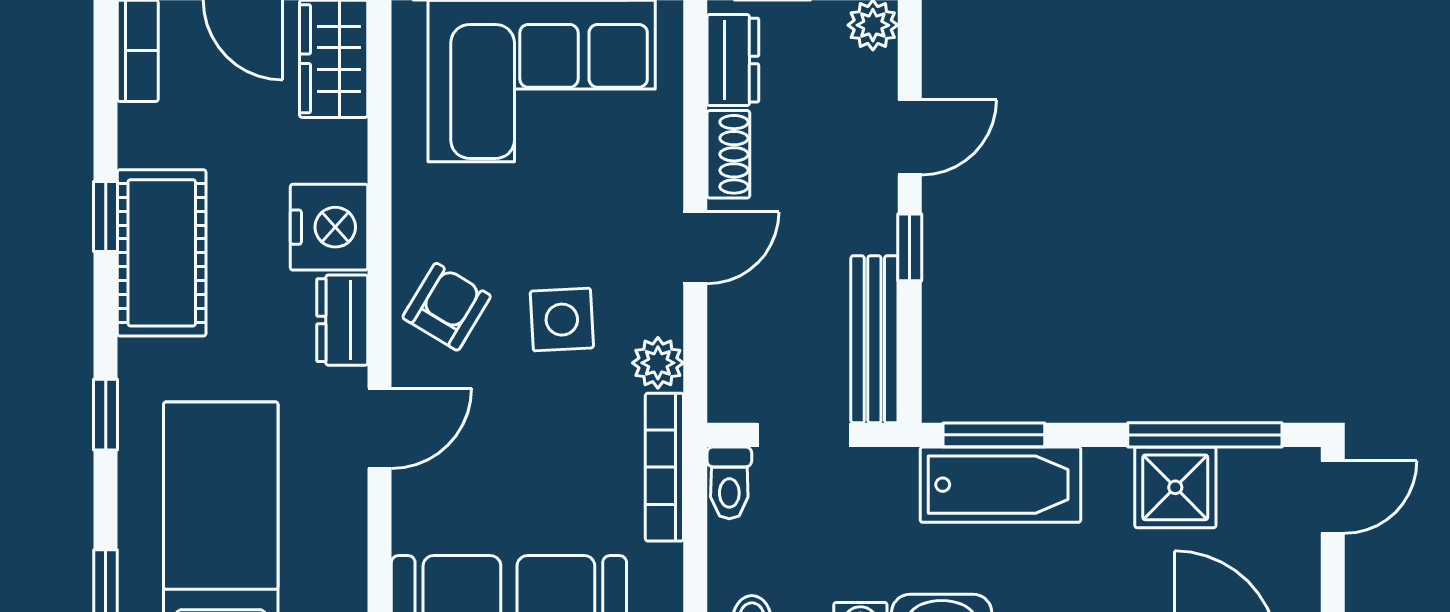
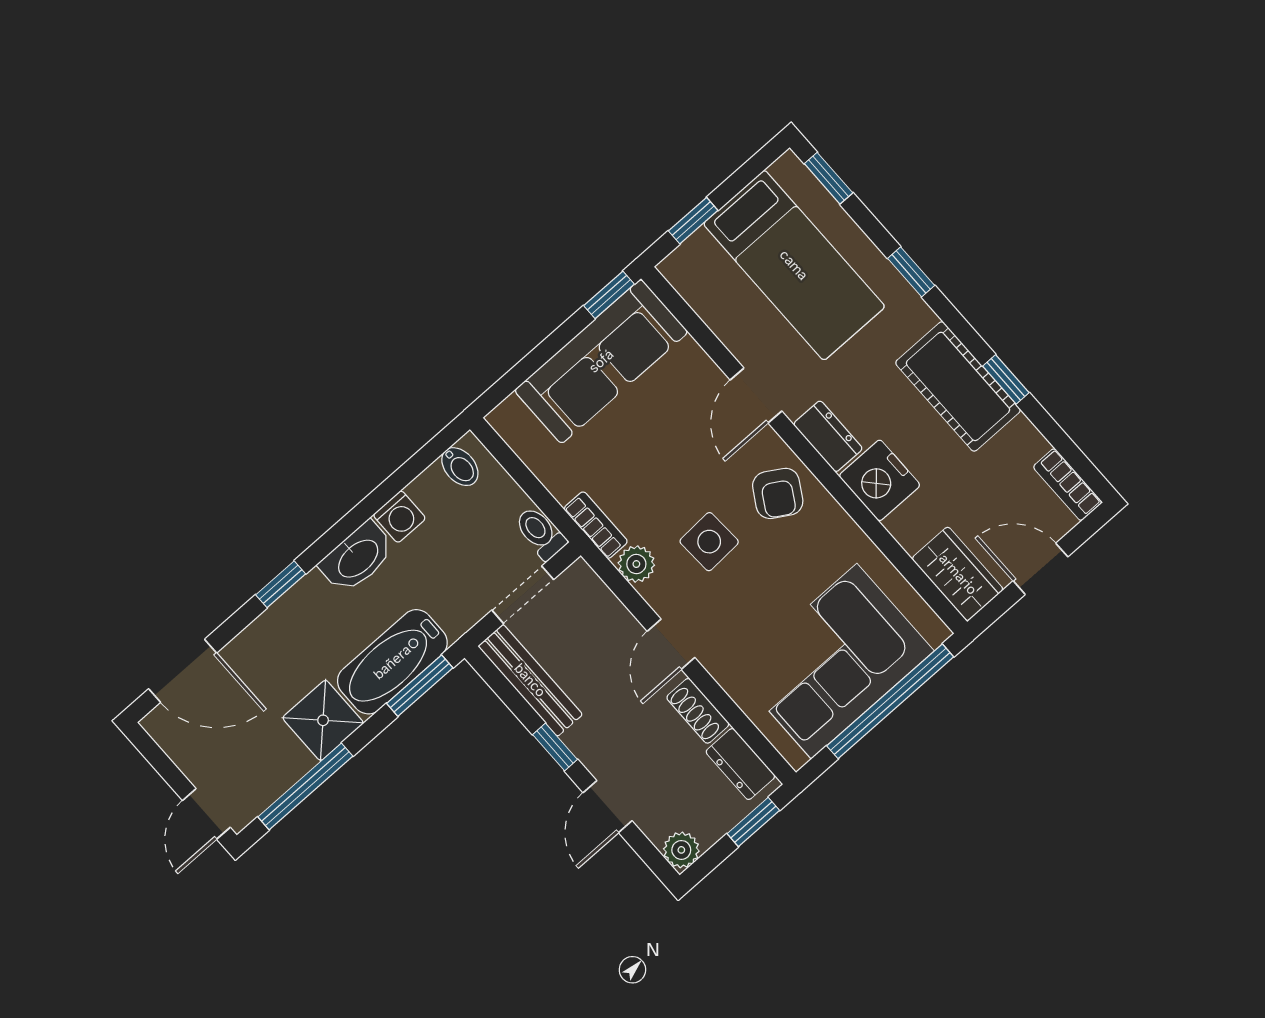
bookcase: (664, 467) -> (596, 525), width x0.64
shower: (1175, 487) -> (323, 720), moved

